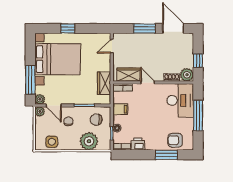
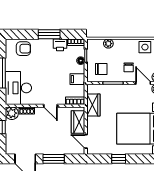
window: (68, 28) -> (119, 159), moved
door: (112, 46) -> (86, 141), swing flipped
wardrobe: (128, 75) -> (78, 122), moved, turned 90
plant: (89, 141) -> (108, 44), width x0.53, depth x0.53
window: (166, 155) -> (49, 34), moved

